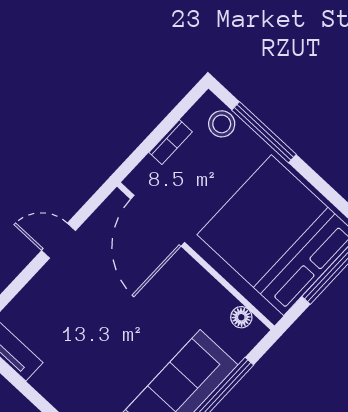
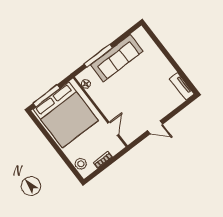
window: (264, 132) -> (64, 158), removed
door: (158, 221) -> (113, 129), width x0.53

